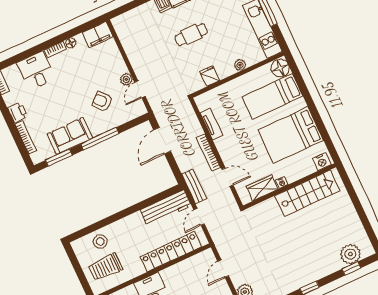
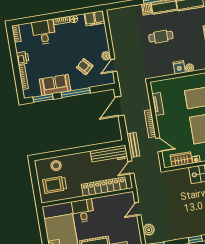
fridge: (210, 76) -> (179, 67), moved

